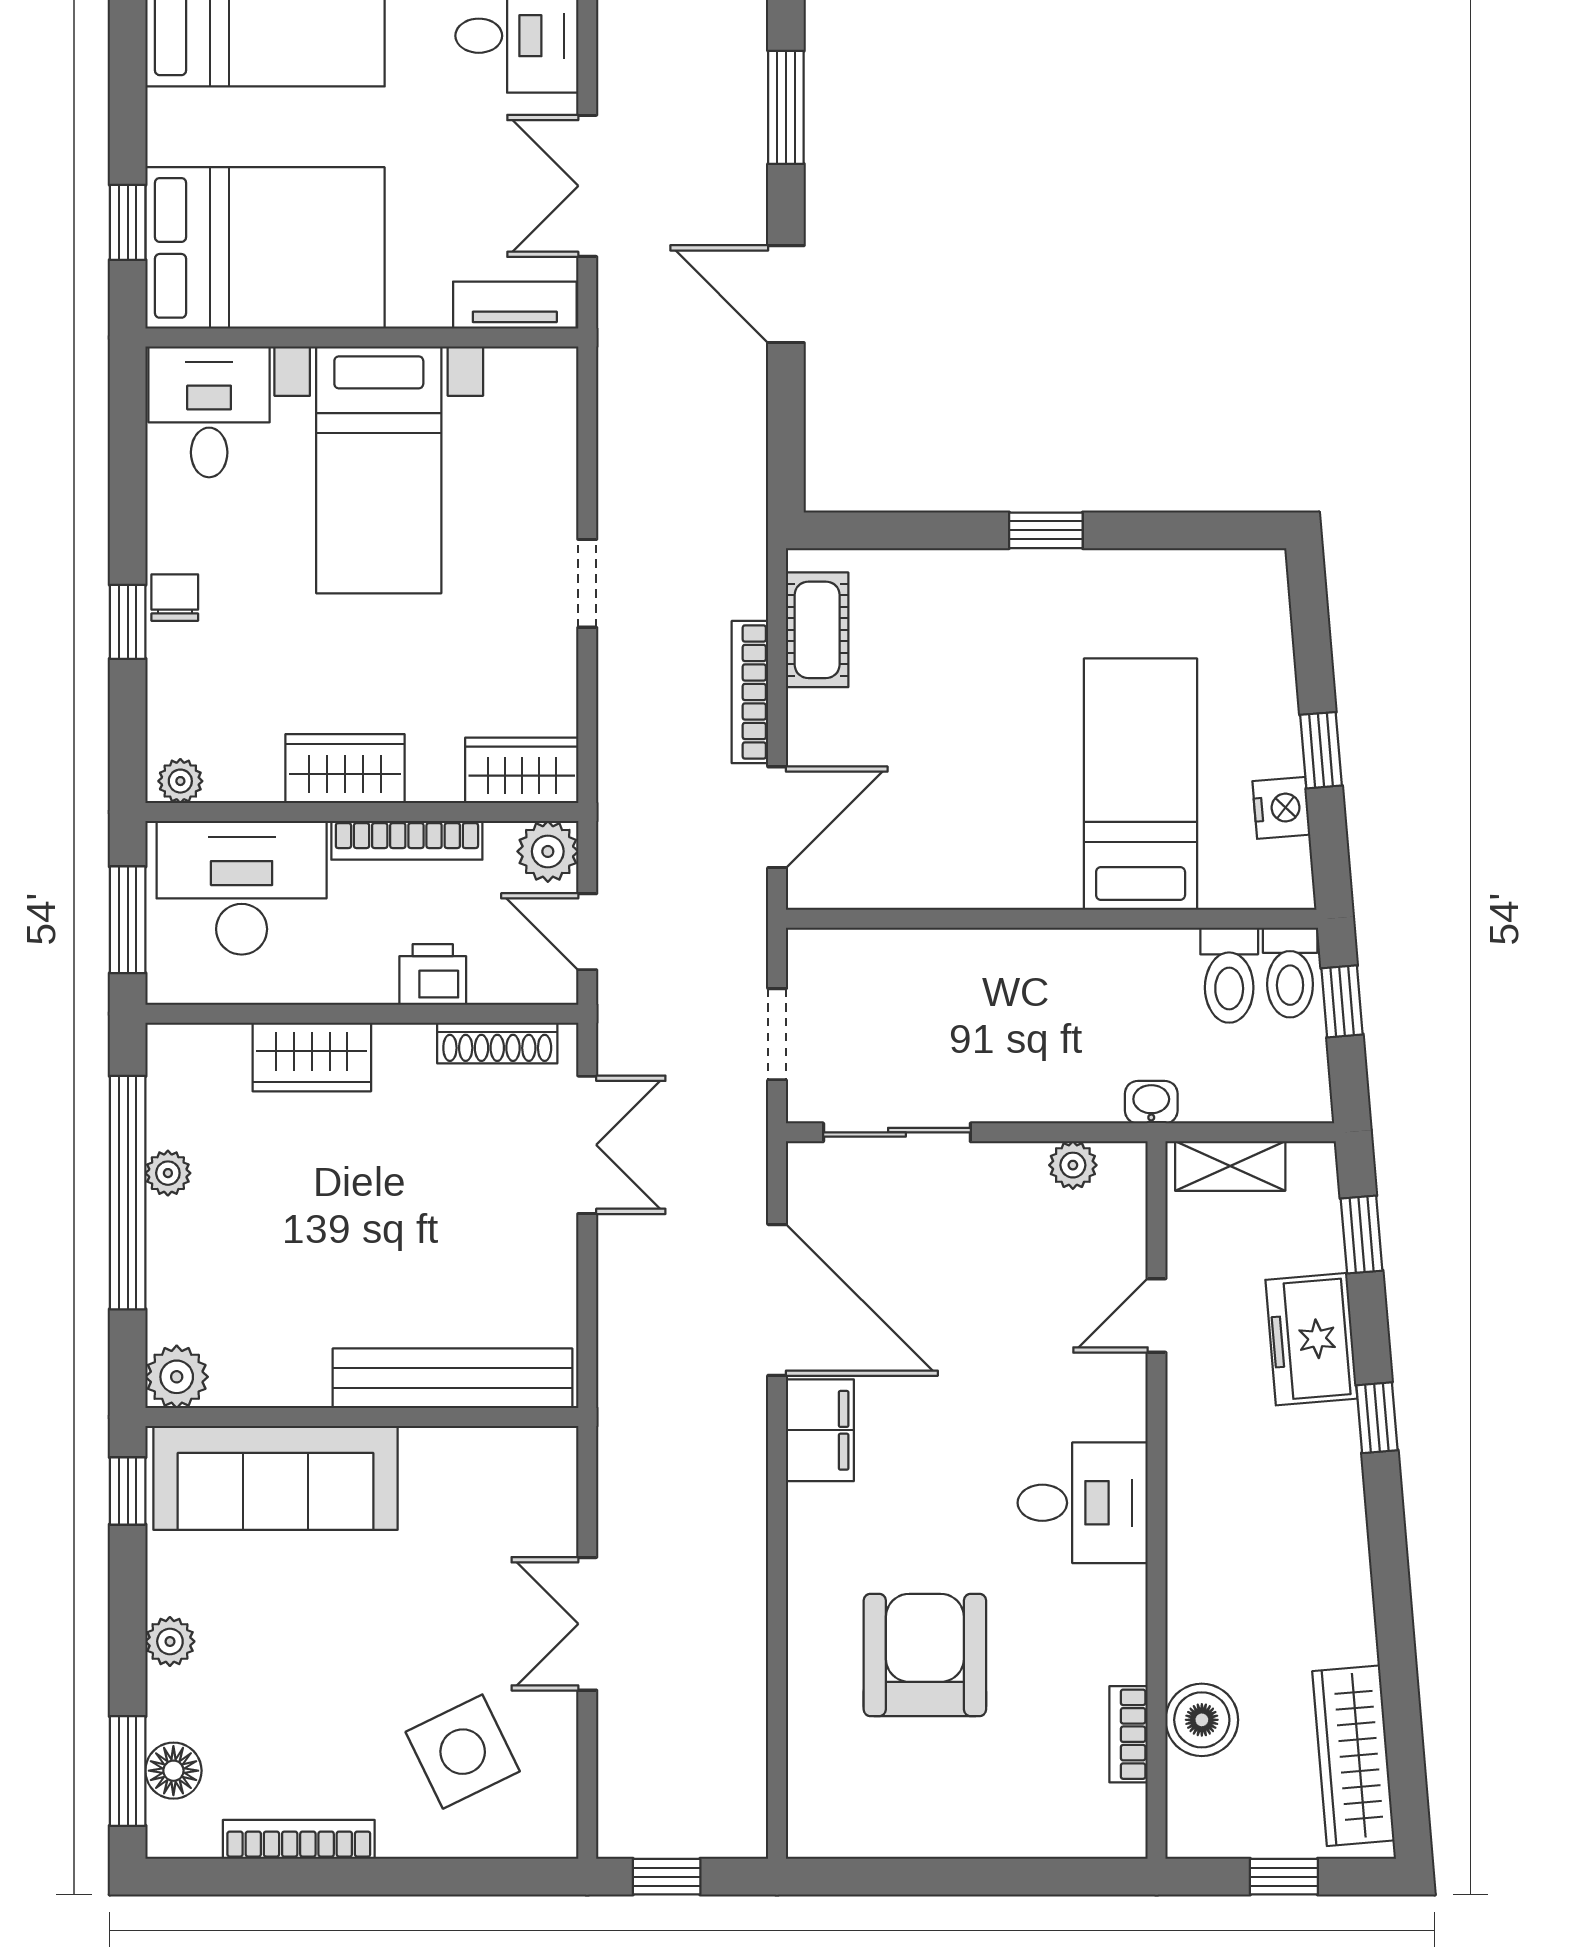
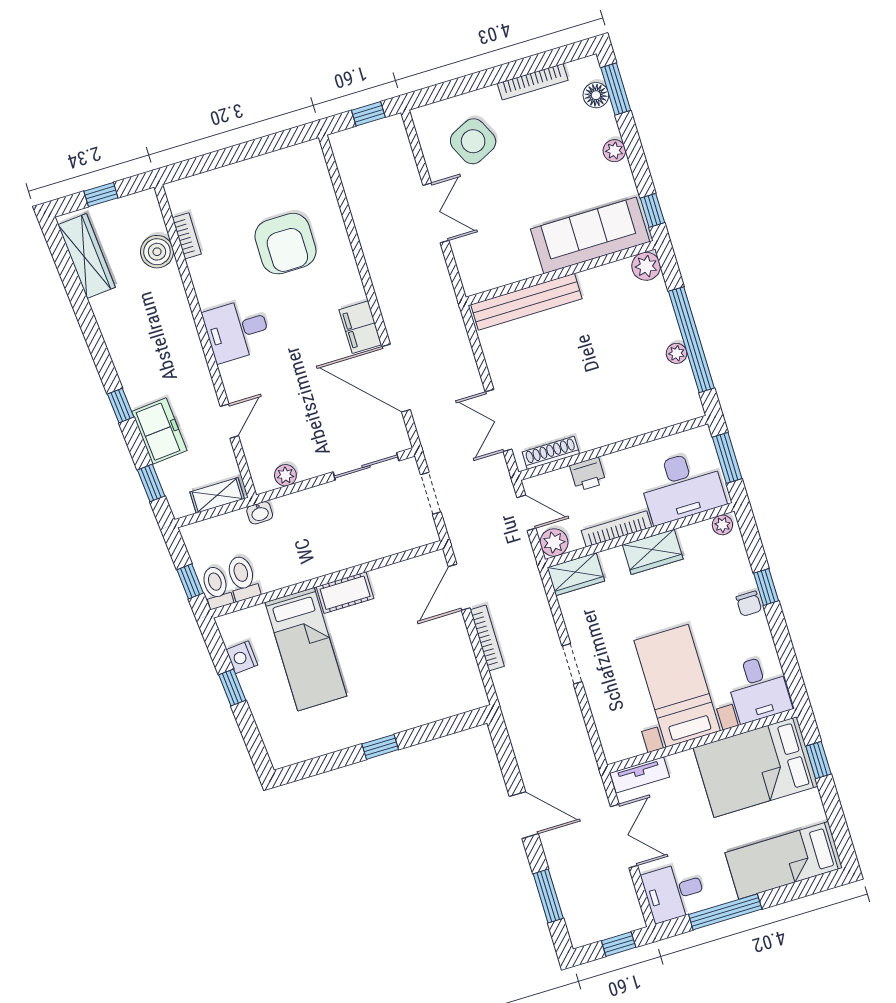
cot: (817, 630) -> (345, 593), moved, turned 90
wardrobe: (312, 1057) -> (629, 423), removed

